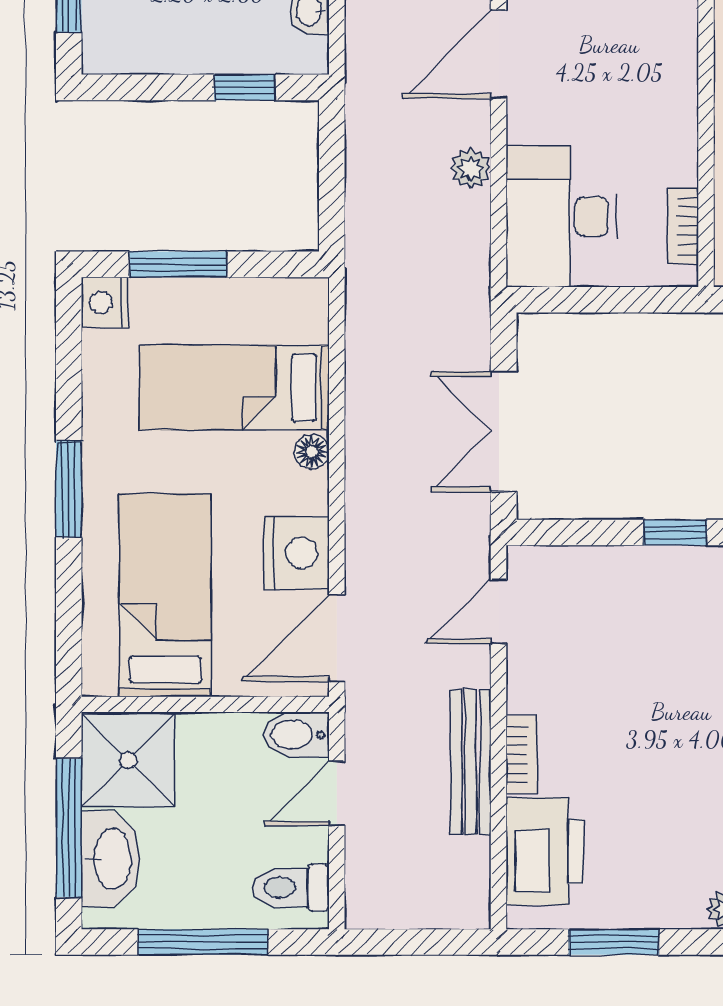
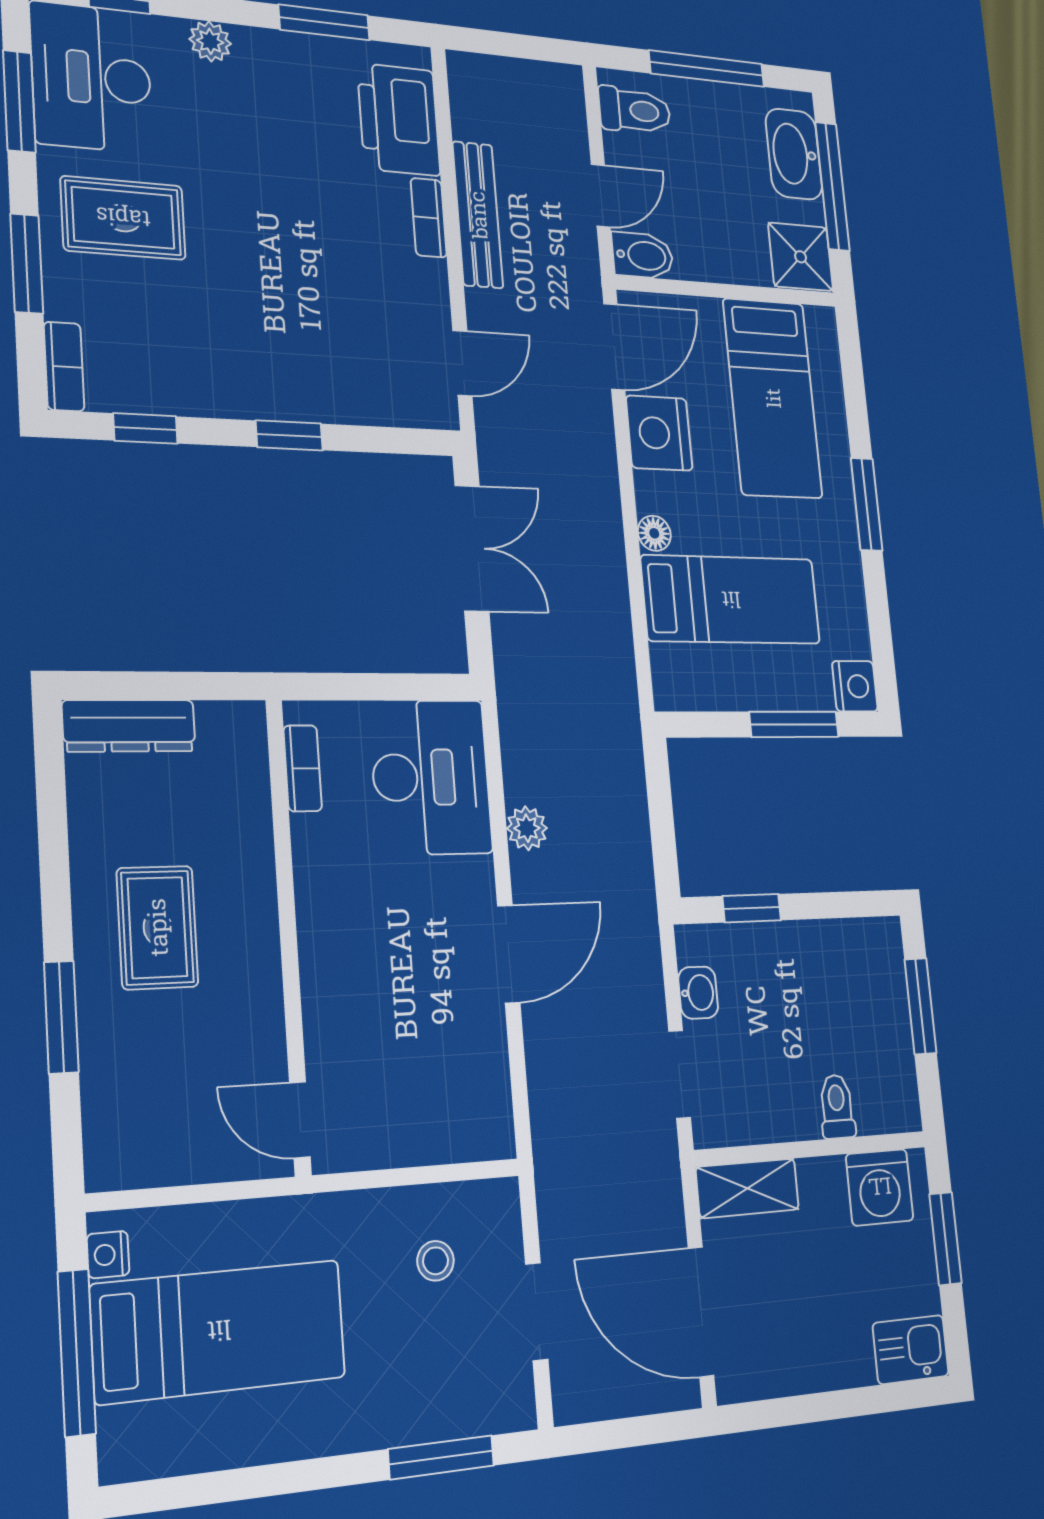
shower: (128, 760) -> (801, 257), width x0.73, depth x0.73

